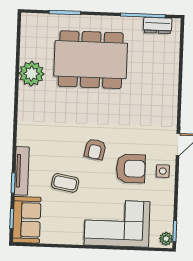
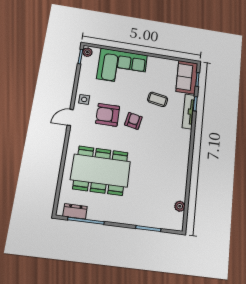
dining table: (91, 60) -> (101, 171), moved
plant: (32, 74) -> (180, 206), moved, width x0.53, depth x0.53
armchair: (131, 169) -> (108, 115), moved

